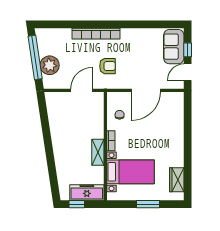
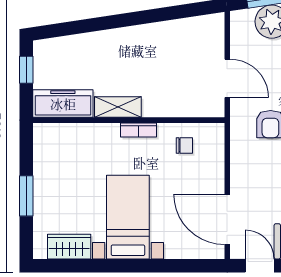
door: (146, 90) -> (227, 219), moved
bed with nightstands: (130, 172) -> (128, 217), moved, turned 180
freezer: (87, 192) -> (63, 104), moved, turned -90

